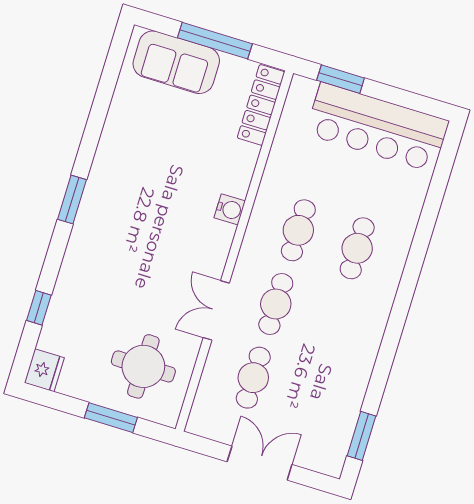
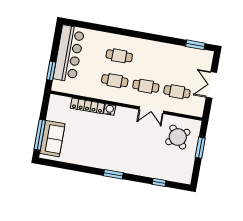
window: (215, 41) -> (40, 135), moved
locker: (261, 105) -> (87, 106), moved
round table: (143, 366) -> (178, 137), turned -38
fridge: (44, 370) -> (184, 177), removed

